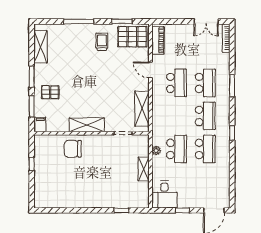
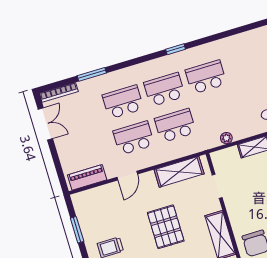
pallet: (132, 37) -> (166, 227), moved
window: (232, 86) -> (92, 74), moved
school desk: (176, 149) -> (175, 126), moved

